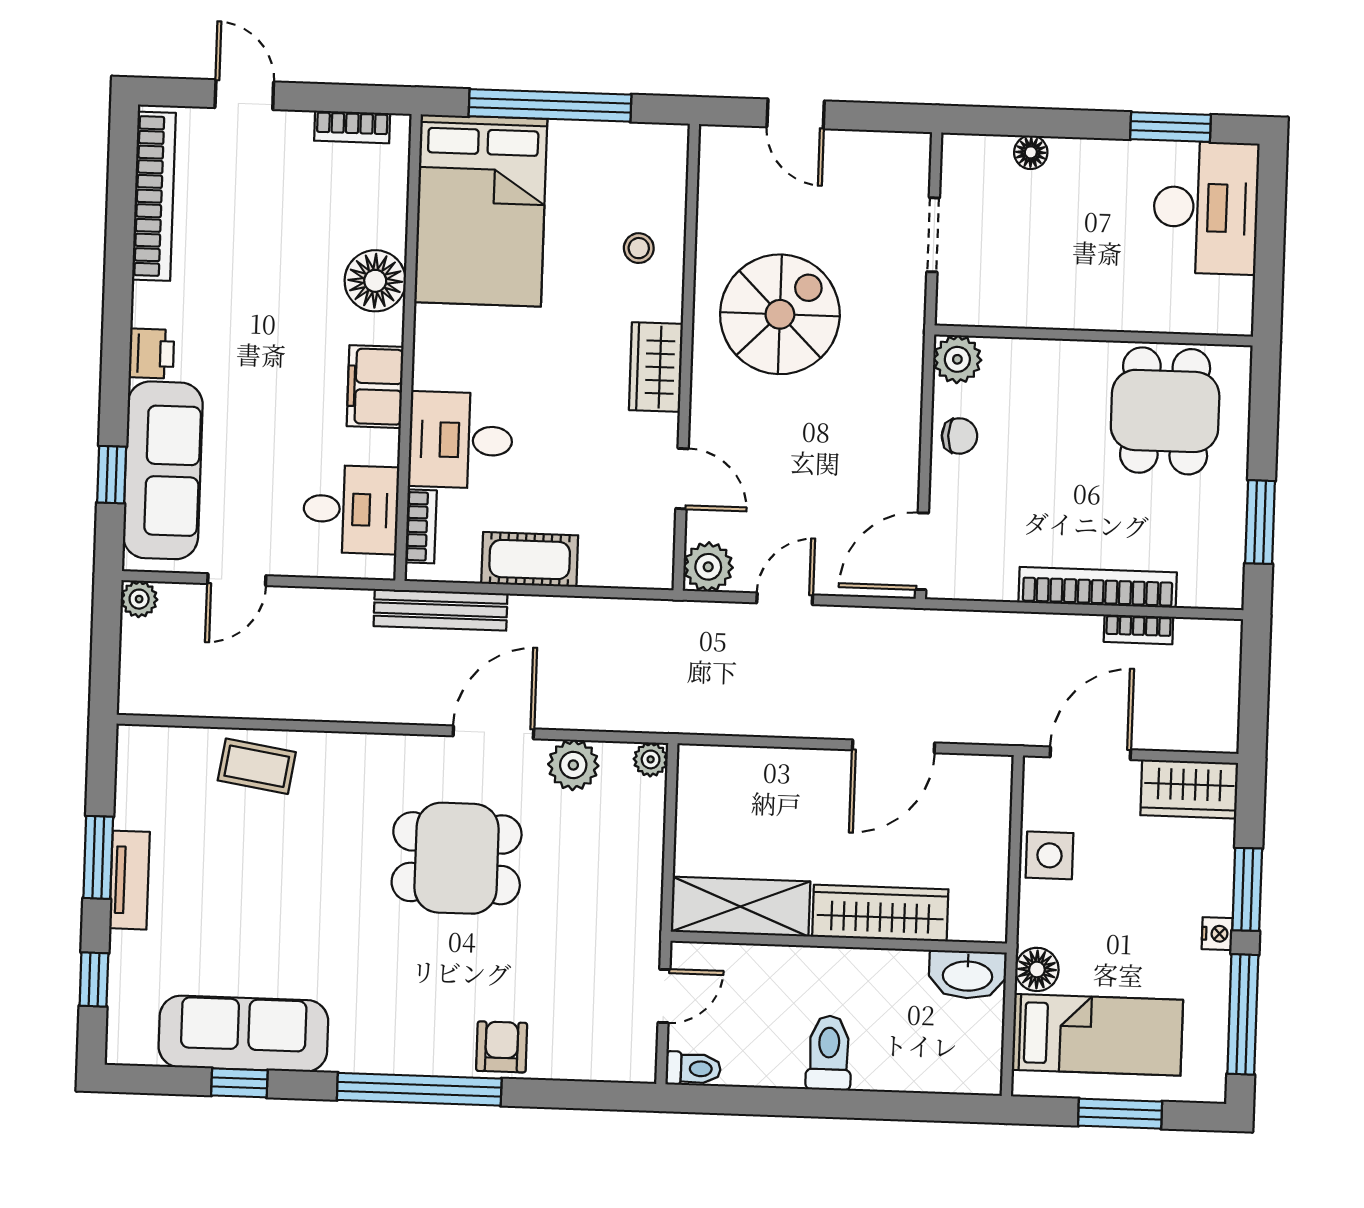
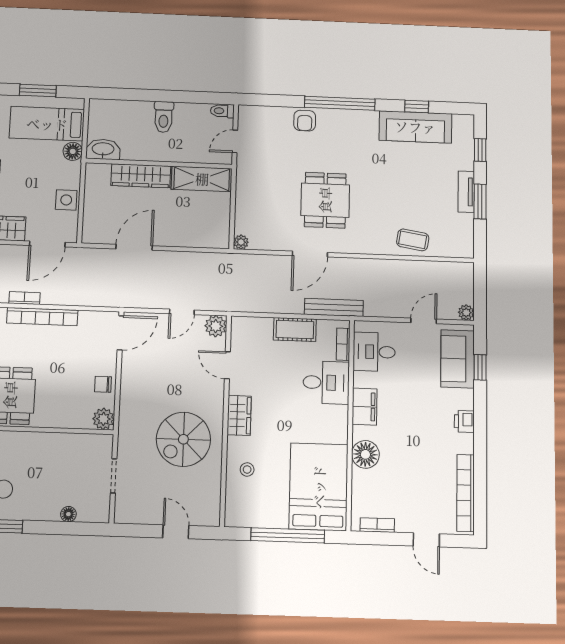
sofa: (163, 470) -> (458, 359), width x0.73
plant: (573, 765) -> (275, 240), removed
dining table: (457, 858) -> (325, 200), turned 90

